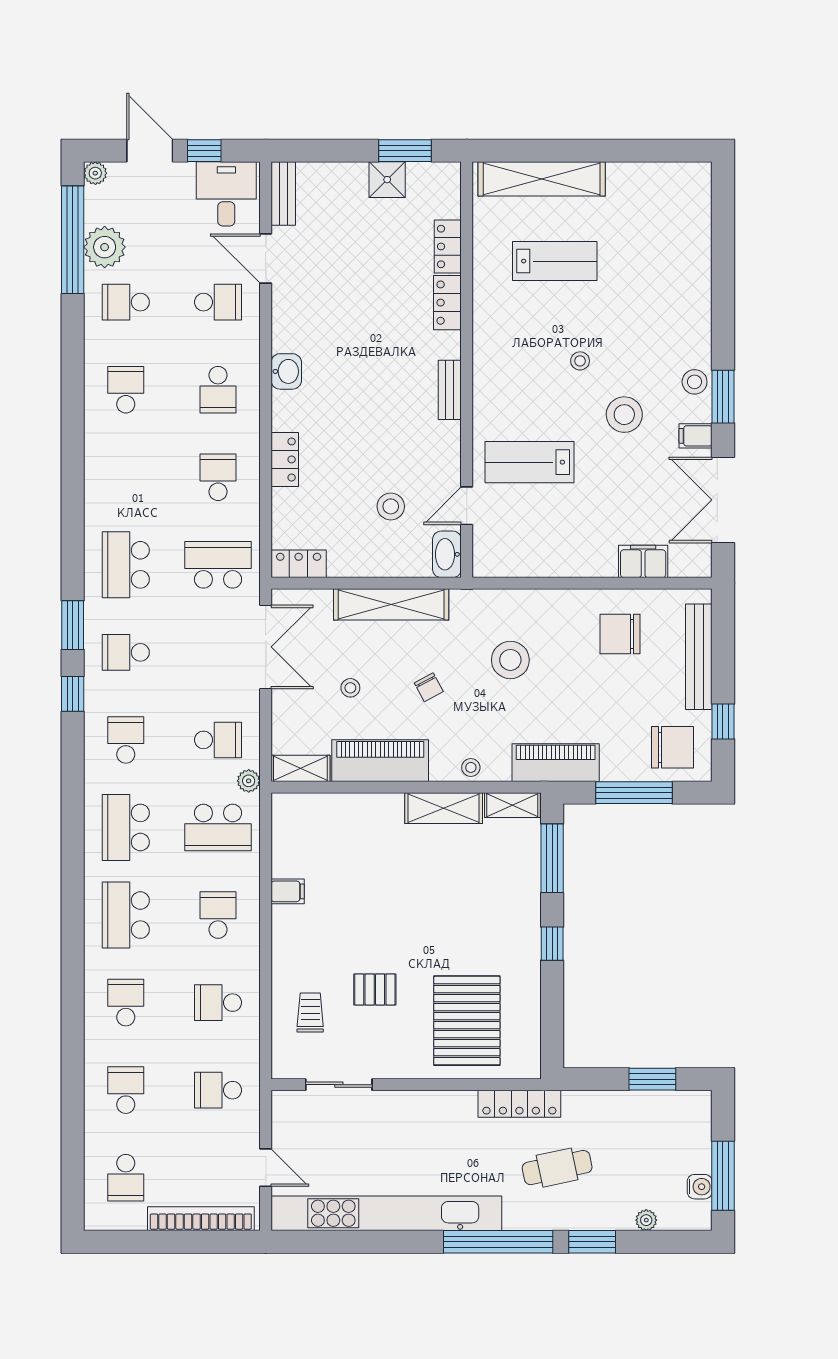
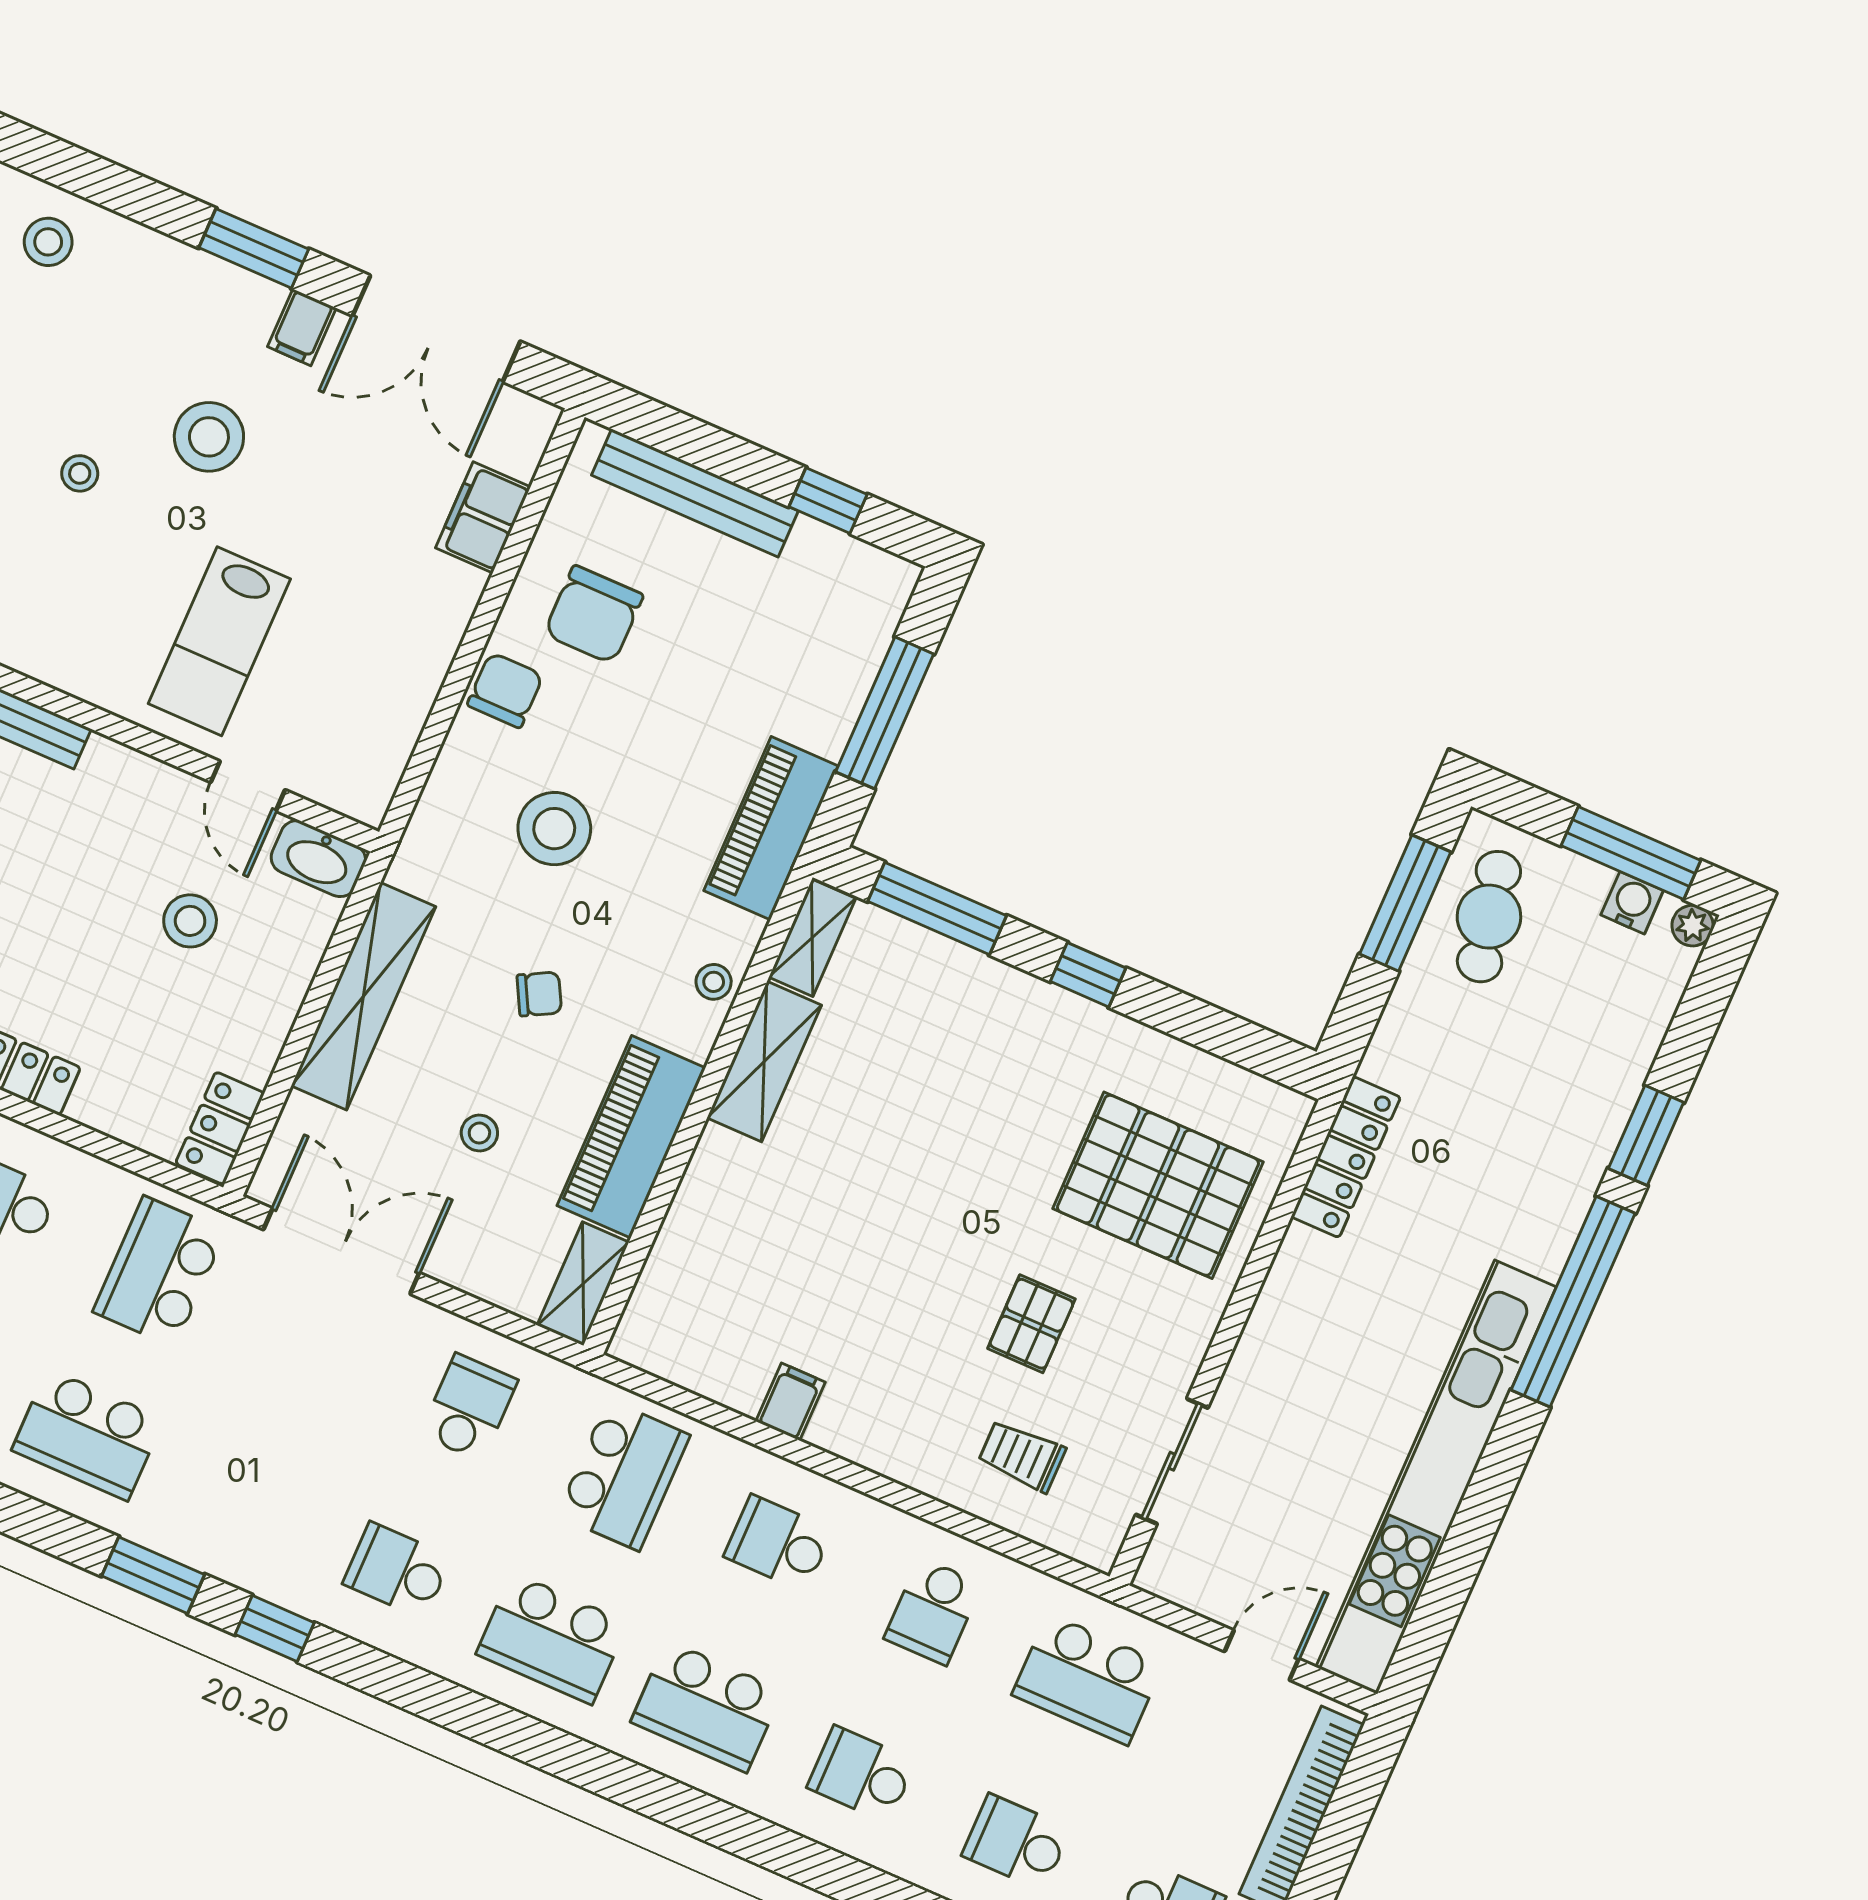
stool: (695, 382) -> (48, 242), moved
school desk: (126, 652) -> (242, 1502), removed
chair: (672, 747) -> (505, 690), moved, width x0.73, depth x0.73
plant: (249, 781) -> (565, 1385), removed
window: (652, 1079) -> (1405, 903), width x1.44
school desk: (218, 1090) -> (1088, 1679), width x1.85
cafe table: (557, 1168) -> (1489, 917), moved
plant: (646, 1220) -> (1693, 926), moved

